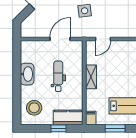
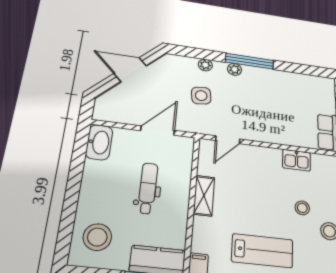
washbasin: (27, 74) -> (99, 142), moved

